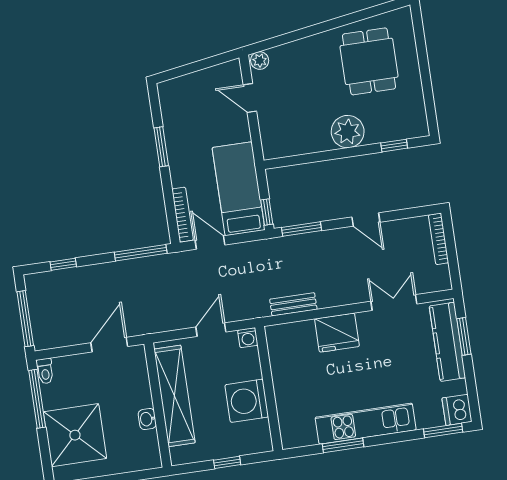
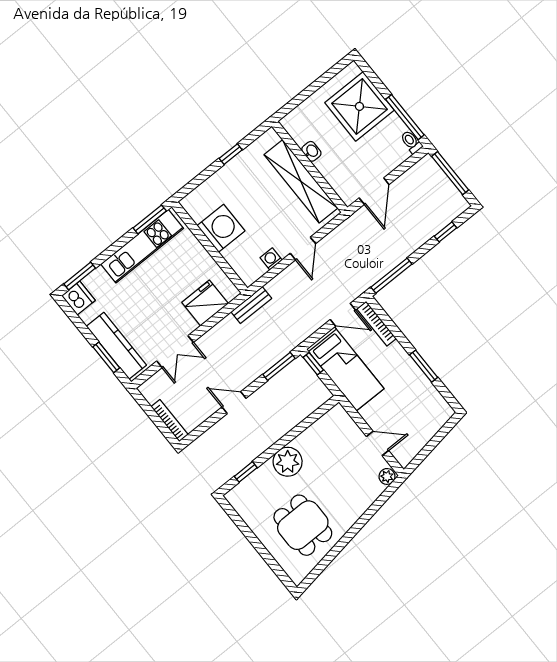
wall: (269, 389) -> (210, 247), moved
washing machine: (247, 401) -> (221, 228), moved

